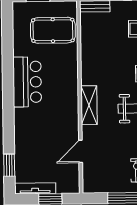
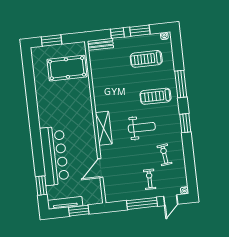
bar counter: (27, 82) -> (54, 156), moved, width x1.36

